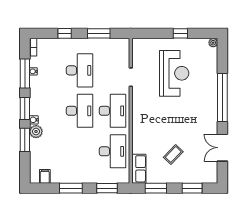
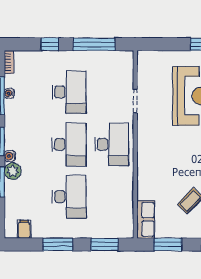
window: (99, 33) -> (94, 44), width x1.44
desk: (112, 151) -> (69, 197), moved

